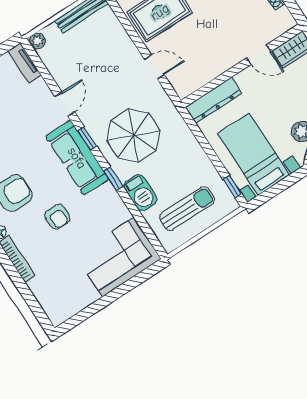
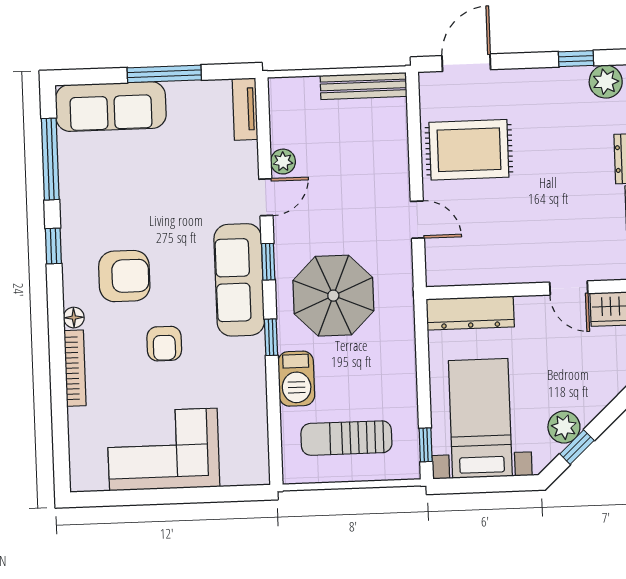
plant: (37, 41) -> (283, 162), moved
sun lounger: (187, 209) -> (346, 438), turned 180
corner sofa: (118, 257) -> (163, 449), moved

